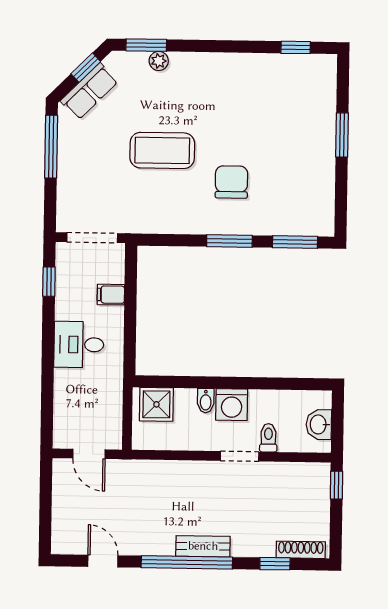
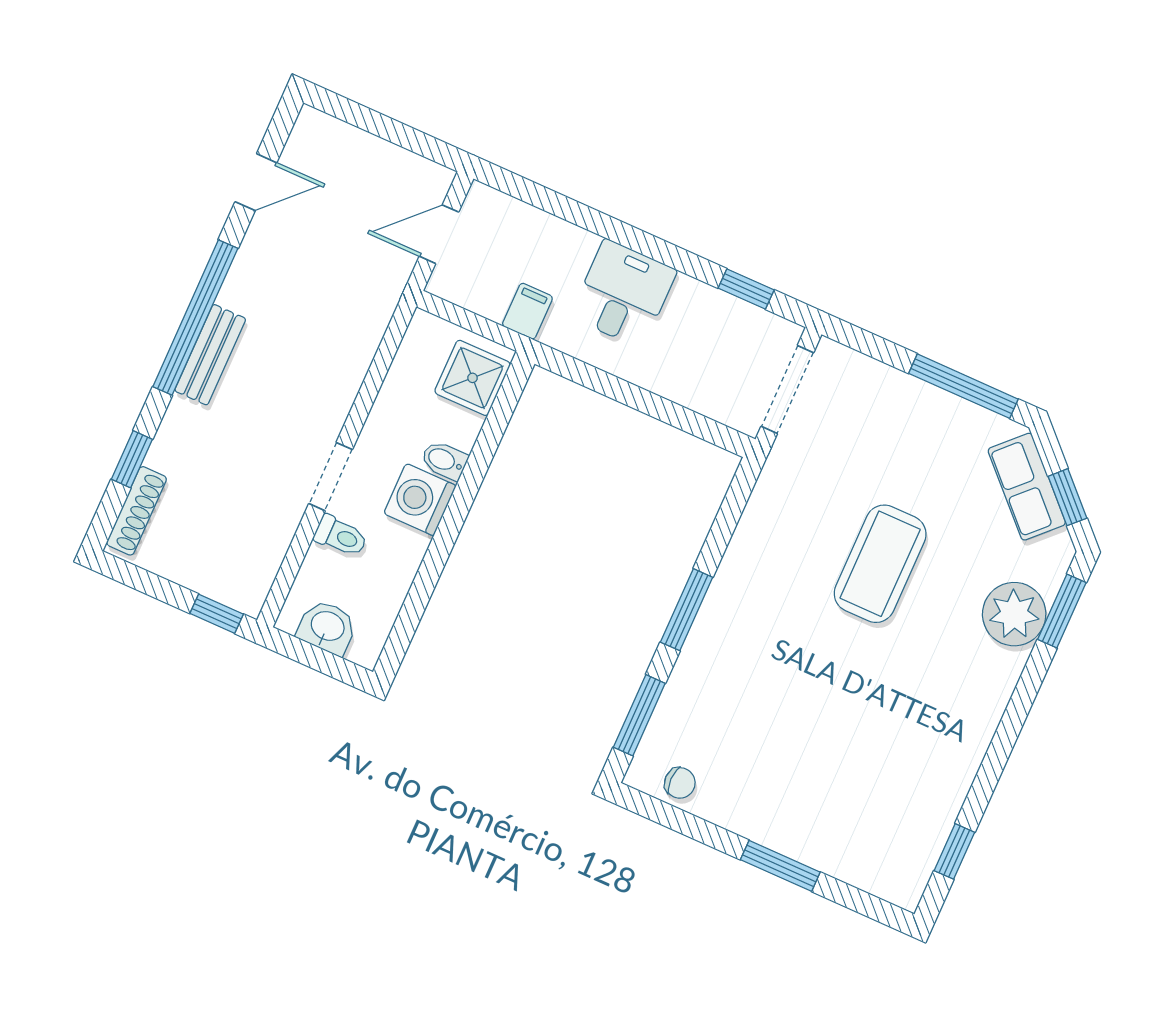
plant: (159, 61) -> (1014, 614), width x1.87, depth x1.87
chair: (231, 182) -> (680, 783), moved, width x0.54, depth x0.54
filing cabinet: (111, 295) -> (527, 311), moved

